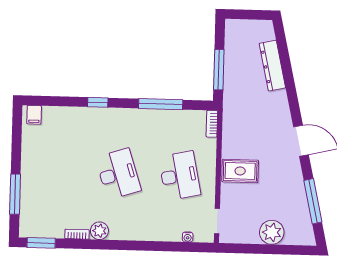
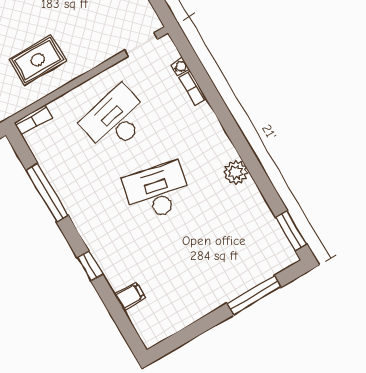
filing cabinet: (34, 115) -> (130, 296), moved
rug: (240, 171) -> (38, 60), moved, turned 90
desk: (118, 174) -> (157, 191), turned 30
bookcase: (77, 234) -> (193, 88), moved

